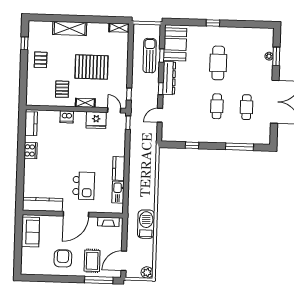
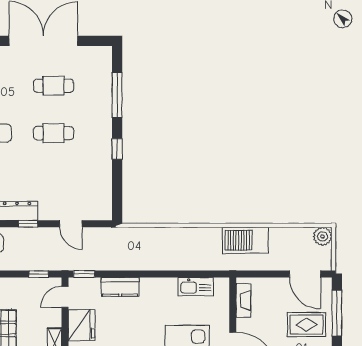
window: (192, 145) -> (117, 149), moved
kitchen counter: (119, 168) -> (120, 287), moved

